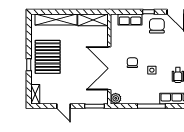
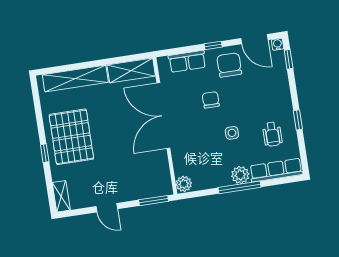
chair: (132, 63) -> (211, 100), moved
double door: (109, 68) -> (163, 116), moved
plant: (153, 98) -> (240, 175), added

